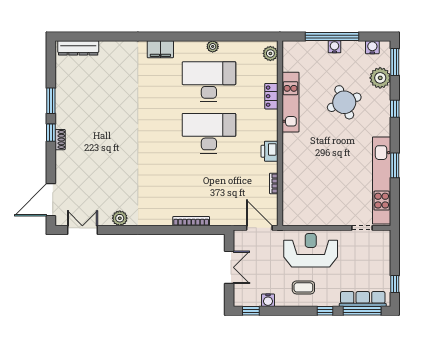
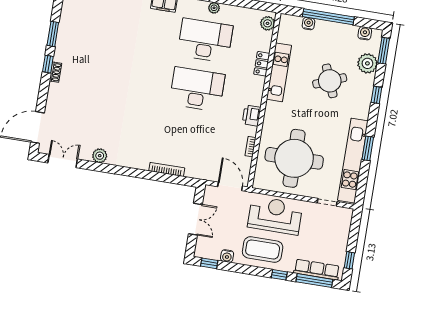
water cooler: (335, 47) -> (308, 24), moved
round table: (321, 188) -> (294, 158), added
coffee table: (303, 287) -> (263, 249), width x1.86, depth x1.72

